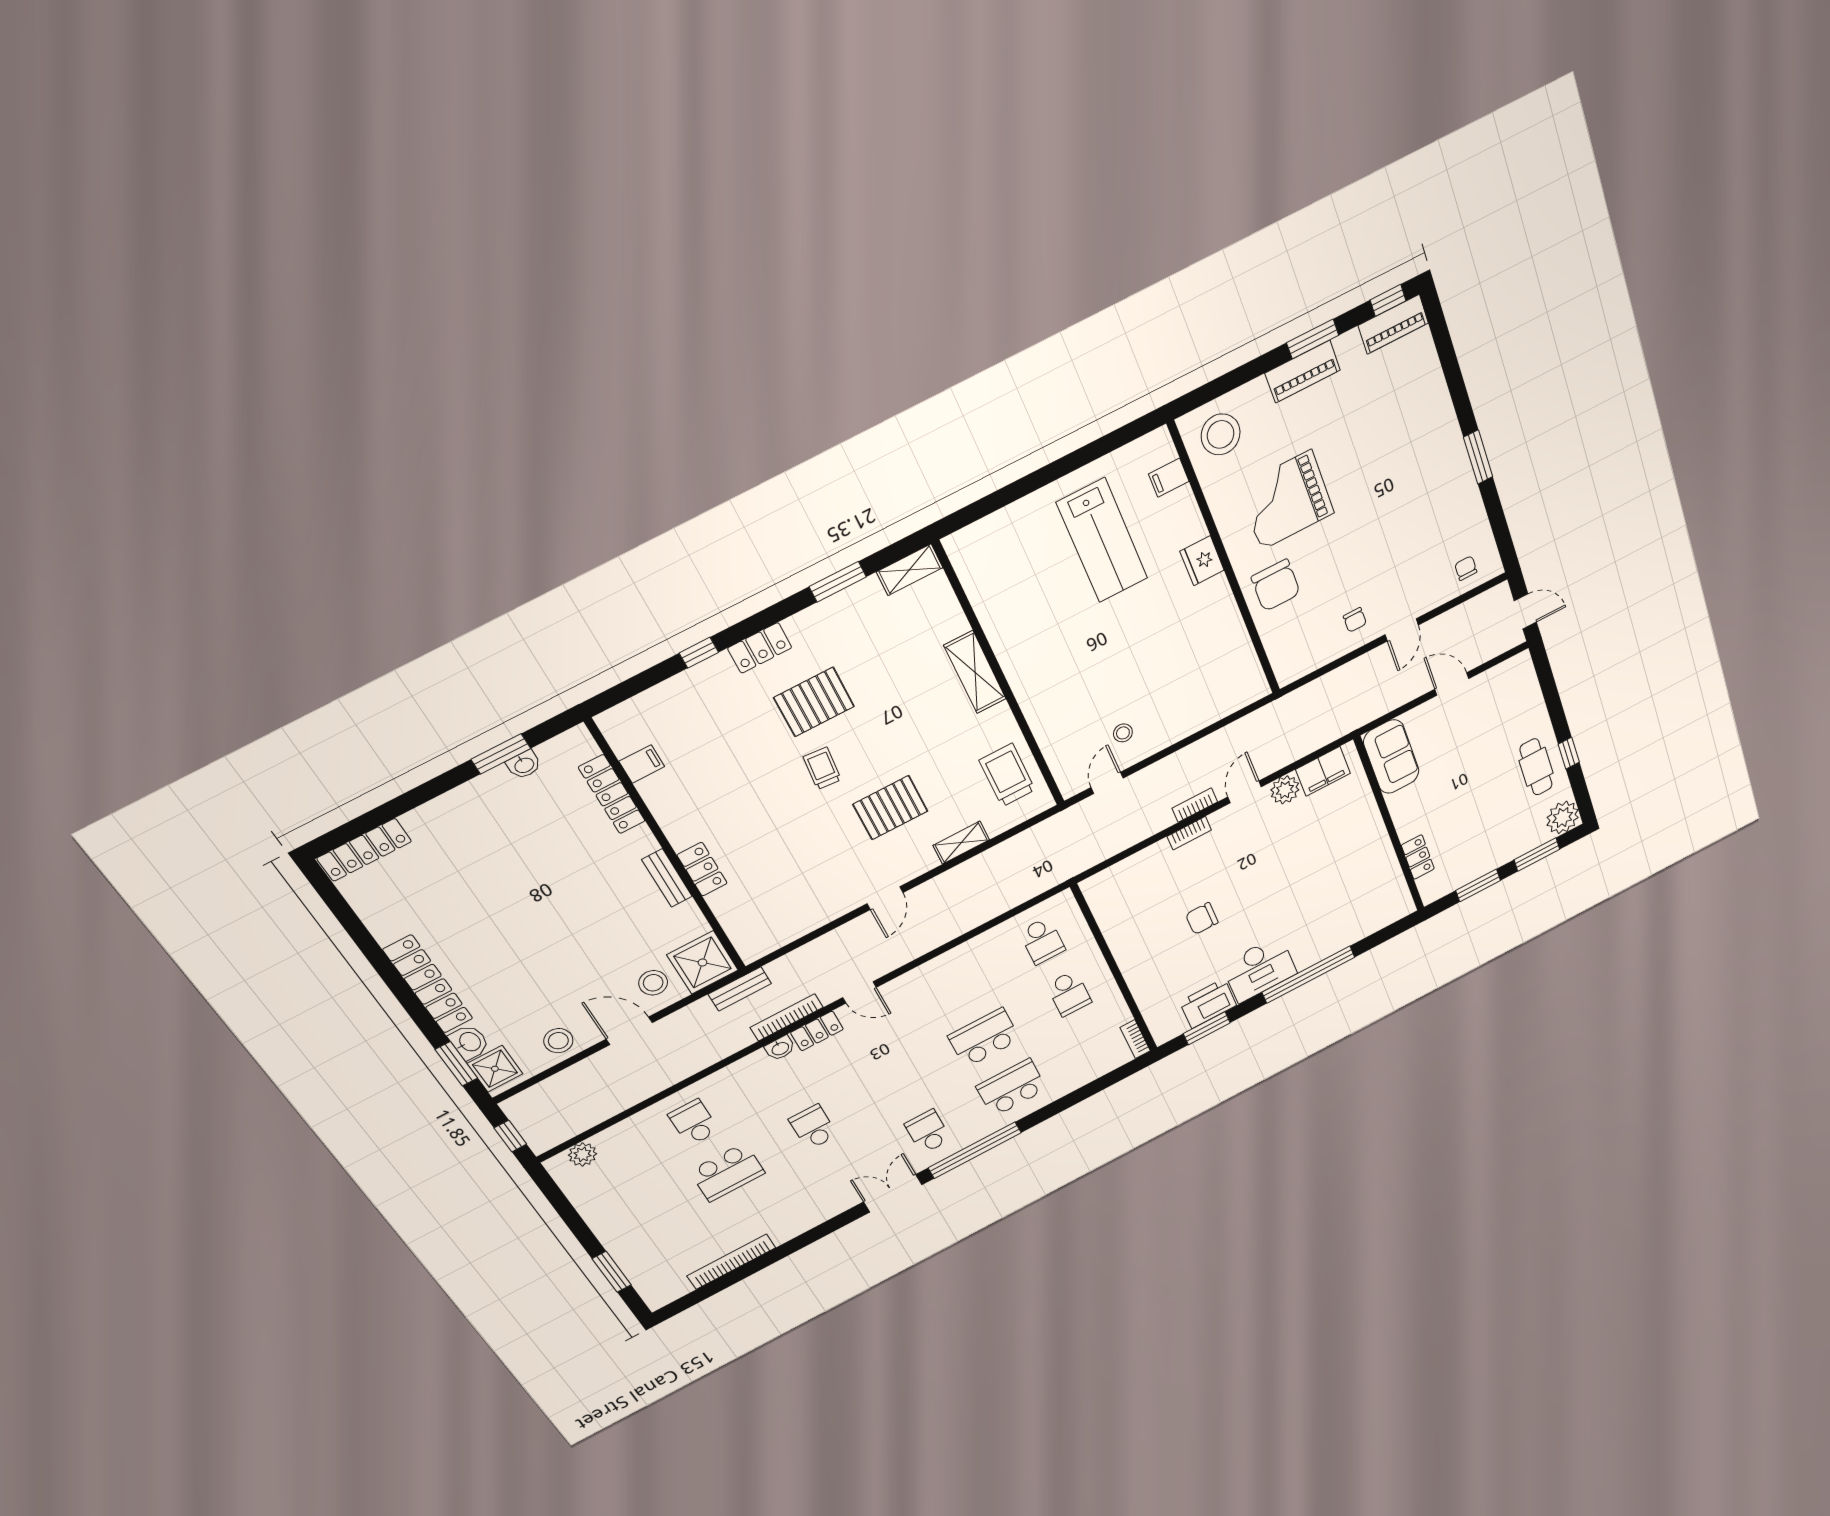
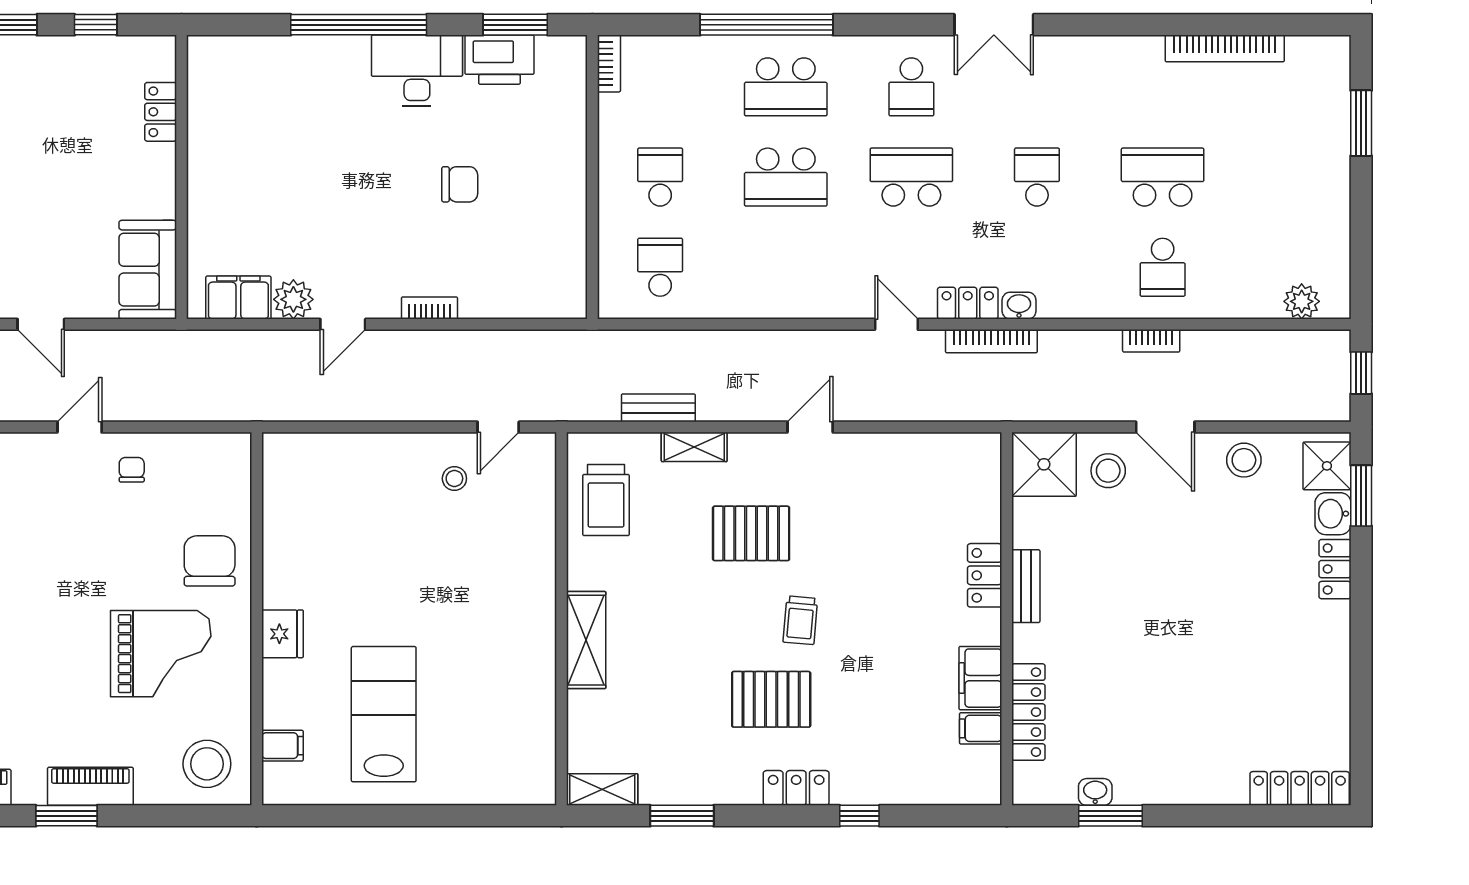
filing cabinet: (663, 799) -> (980, 678), added
bookcase: (1195, 805) -> (1151, 341), moved
window: (1478, 885) -> (96, 25), width x0.67
locker: (428, 984) -> (1335, 569), width x0.46, depth x0.83
bench: (740, 989) -> (658, 408), moved
school desk: (899, 1082) -> (911, 177), added
school desk: (813, 1127) -> (1037, 177), turned 180
window: (975, 1150) -> (767, 25), moved

